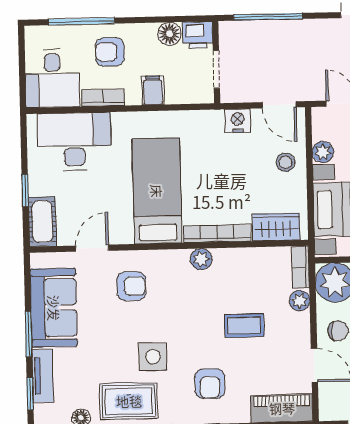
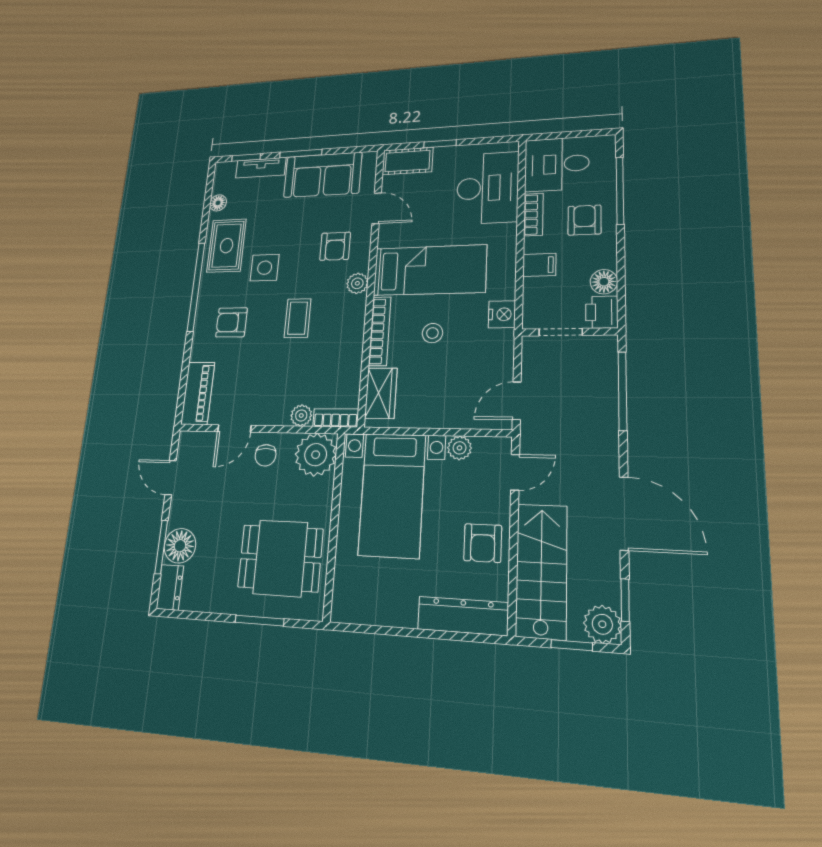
nightstand: (238, 121) -> (502, 314), moved
stool: (285, 162) -> (432, 333), moved
plant: (201, 259) -> (357, 283), moved
coffee table: (244, 326) -> (298, 318), moved

